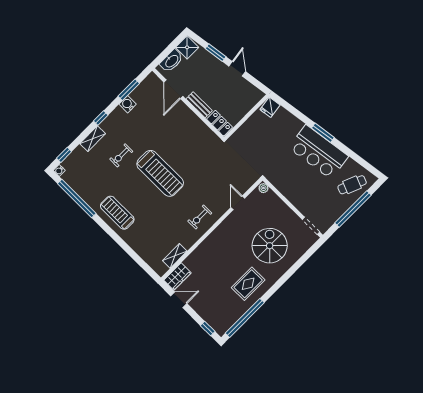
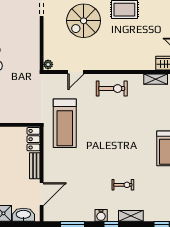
water cooler: (128, 104) -> (101, 215), moved
treadmill: (160, 173) -> (65, 123), moved, turned 180
exercise bike: (200, 217) -> (112, 89), width x1.38, depth x1.39

